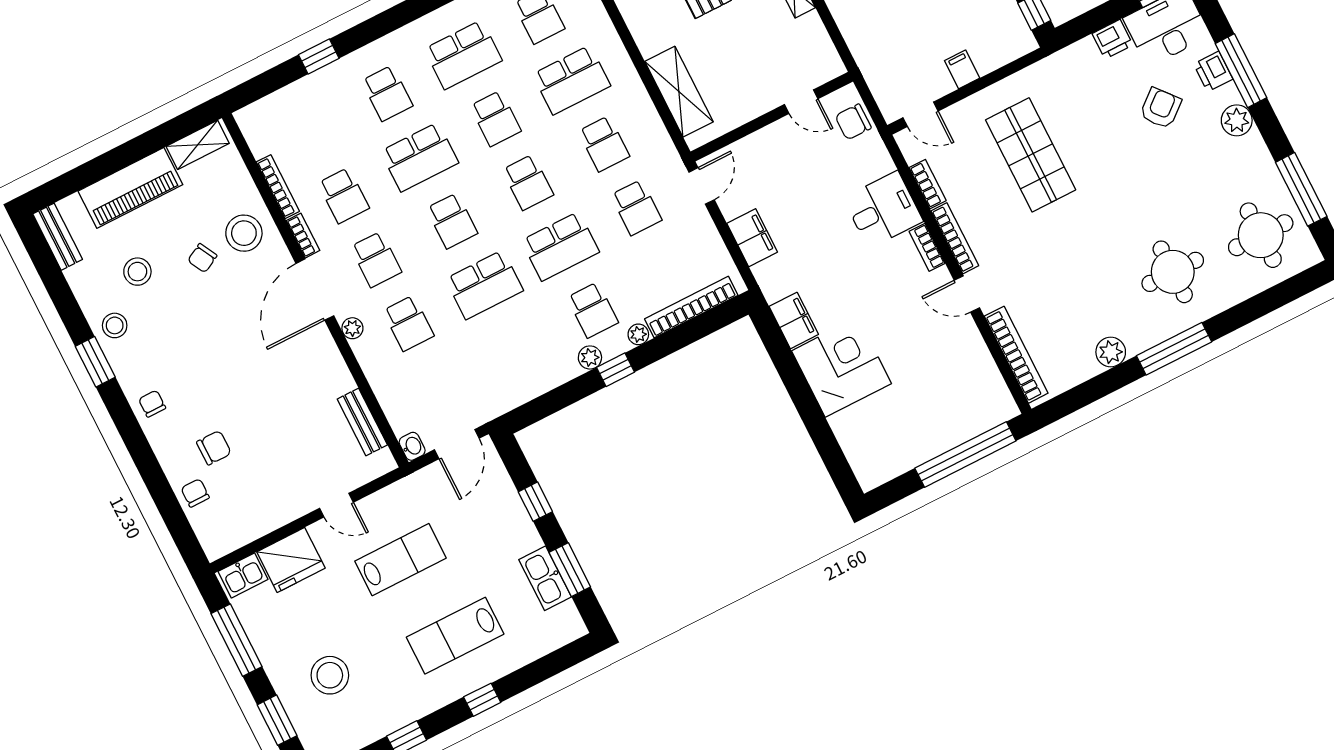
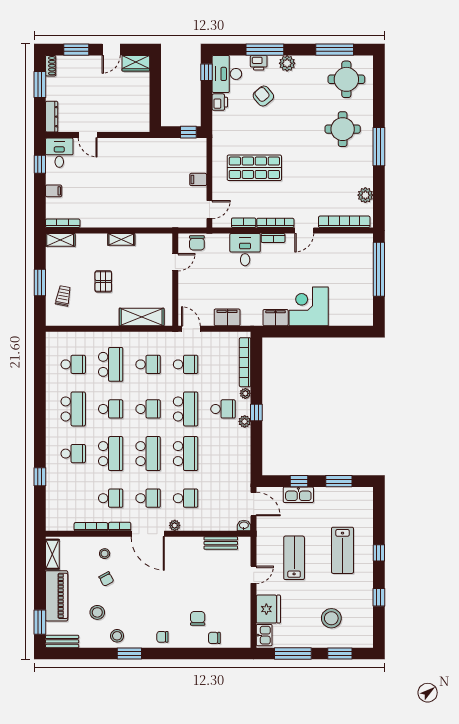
window: (71, 182) -> (40, 622), added
school desk: (452, 221) -> (148, 454), width x1.85
stool: (244, 233) -> (105, 554), width x0.53, depth x0.53
plant: (1111, 352) -> (365, 195), moved
kitchen sink: (545, 578) -> (298, 495), moved

